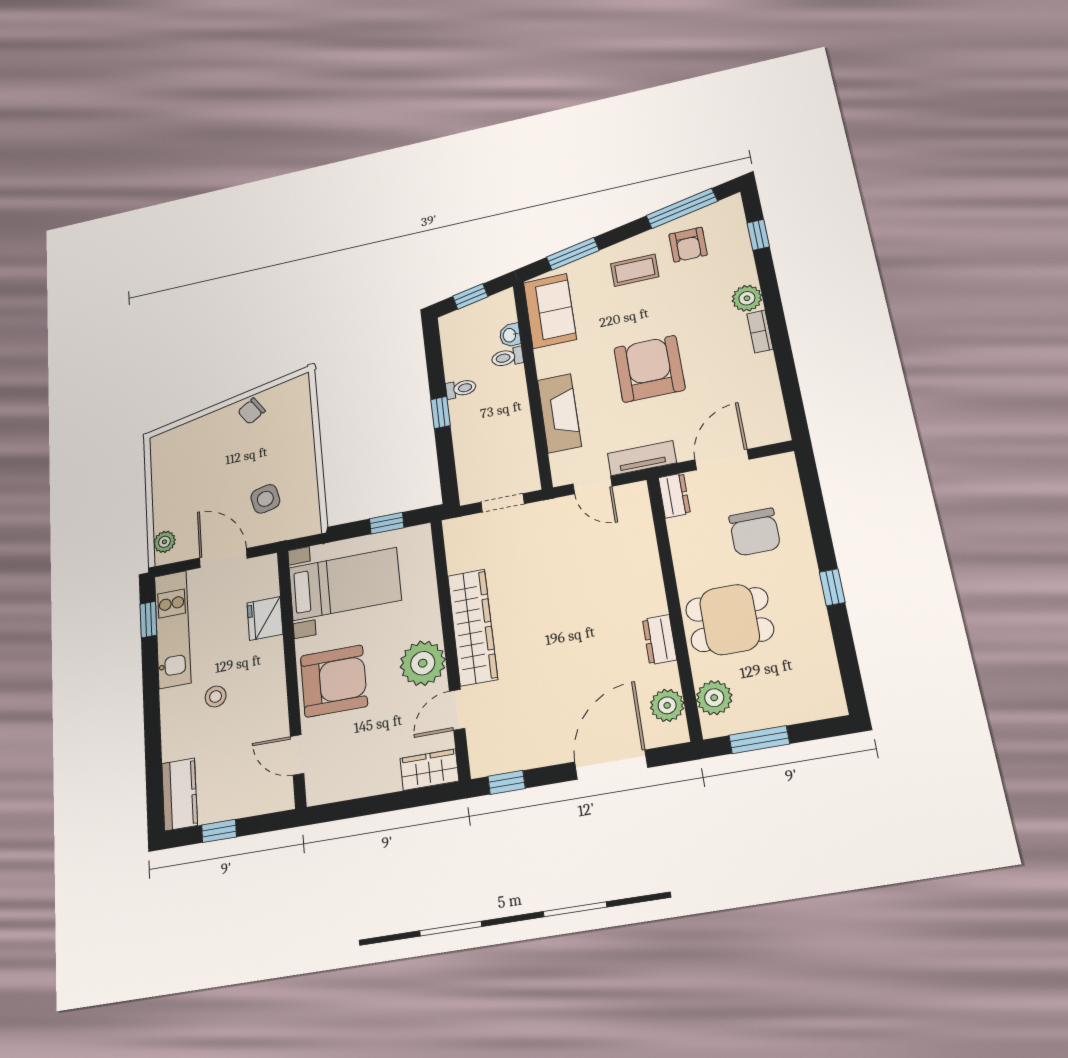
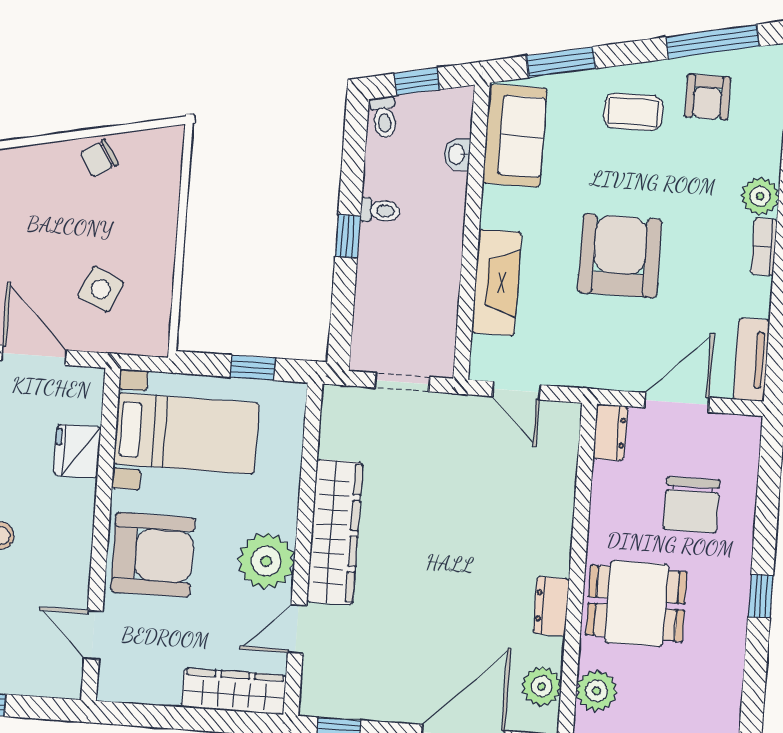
toilet: (507, 357) -> (384, 117), moved, turned -102
tv unit: (642, 458) -> (751, 360), moved, turned -90
side table: (265, 499) -> (101, 289), turned 37
wardrobe: (429, 770) -> (234, 691), width x1.50

